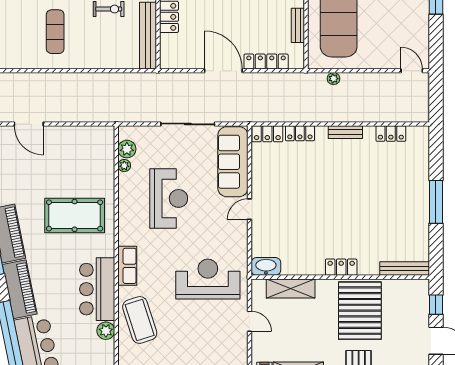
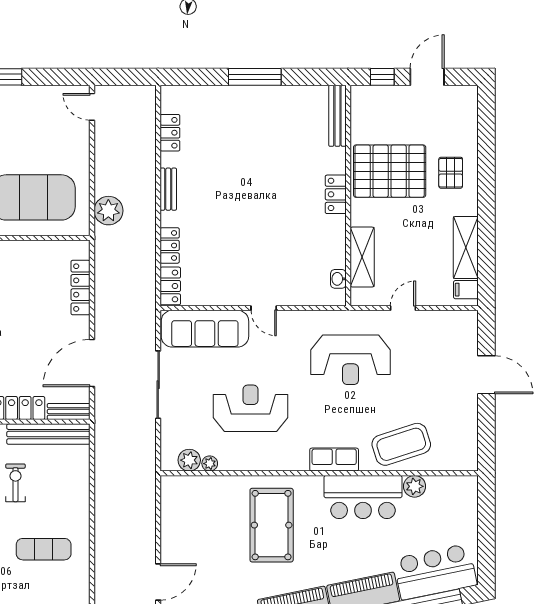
bench: (298, 25) -> (69, 411), moved
door: (223, 71) -> (92, 363), moved
door: (412, 71) -> (92, 107), hinge flipped
plant: (333, 79) -> (108, 211), width x1.88, depth x1.88
washbasin: (266, 266) -> (338, 279), width x0.52, depth x0.69
reception desk: (208, 279) -> (351, 360), turned -90

